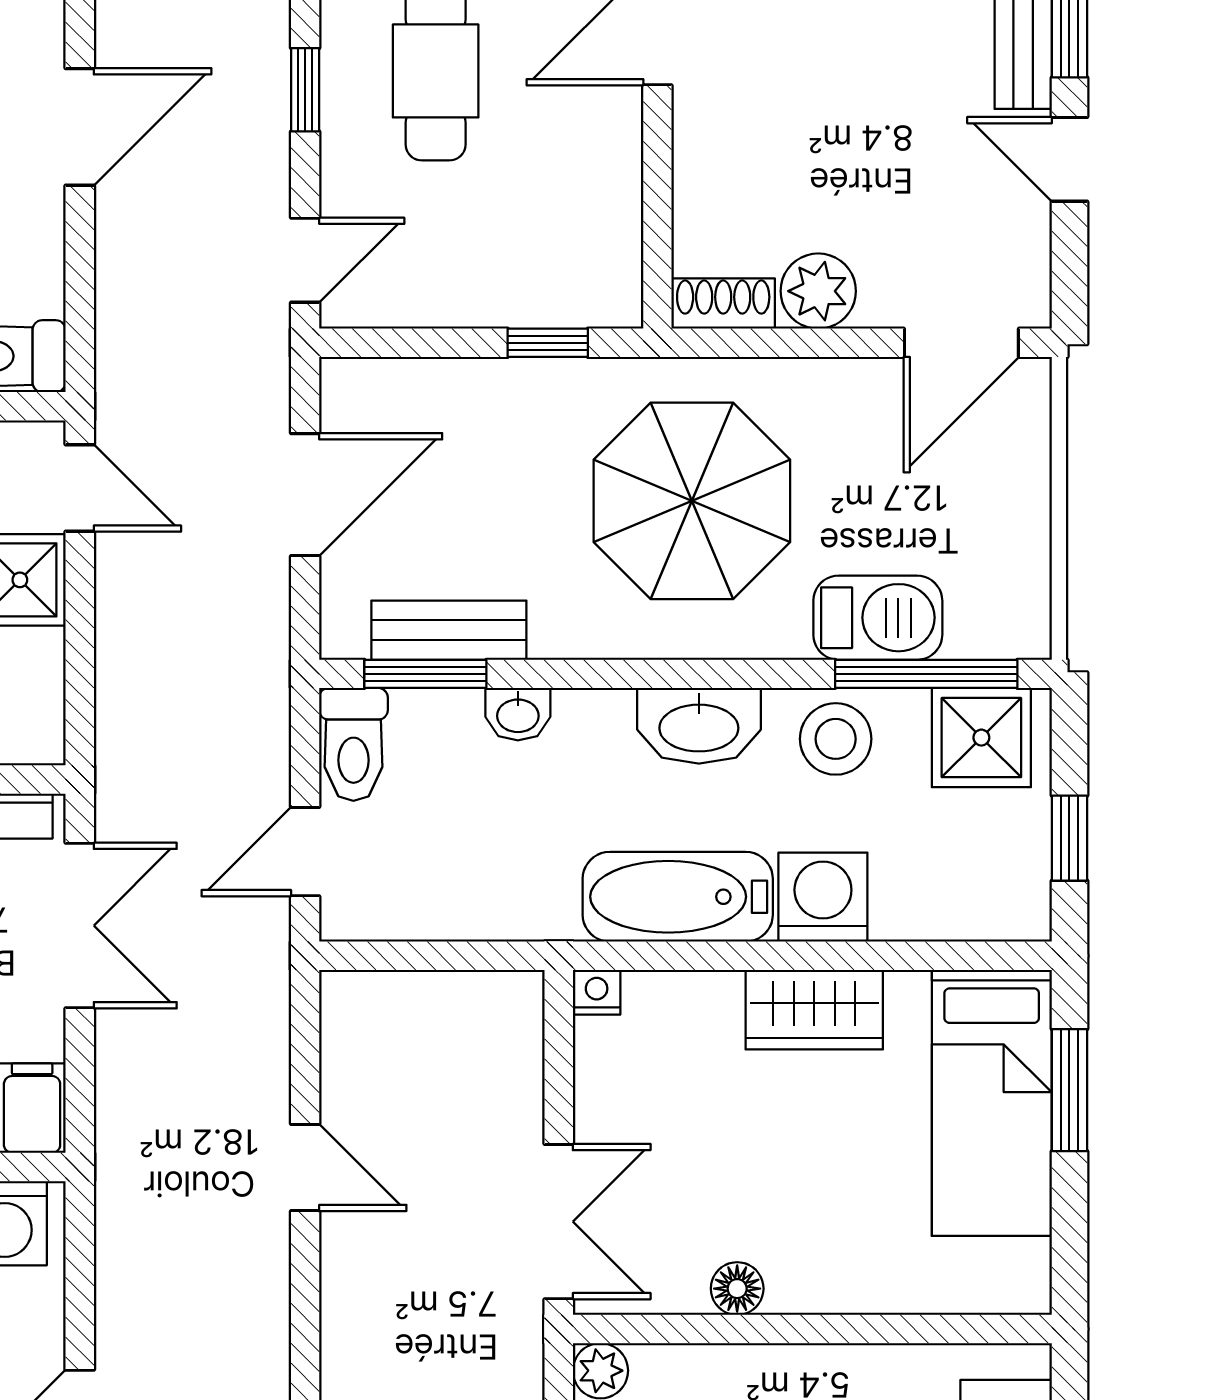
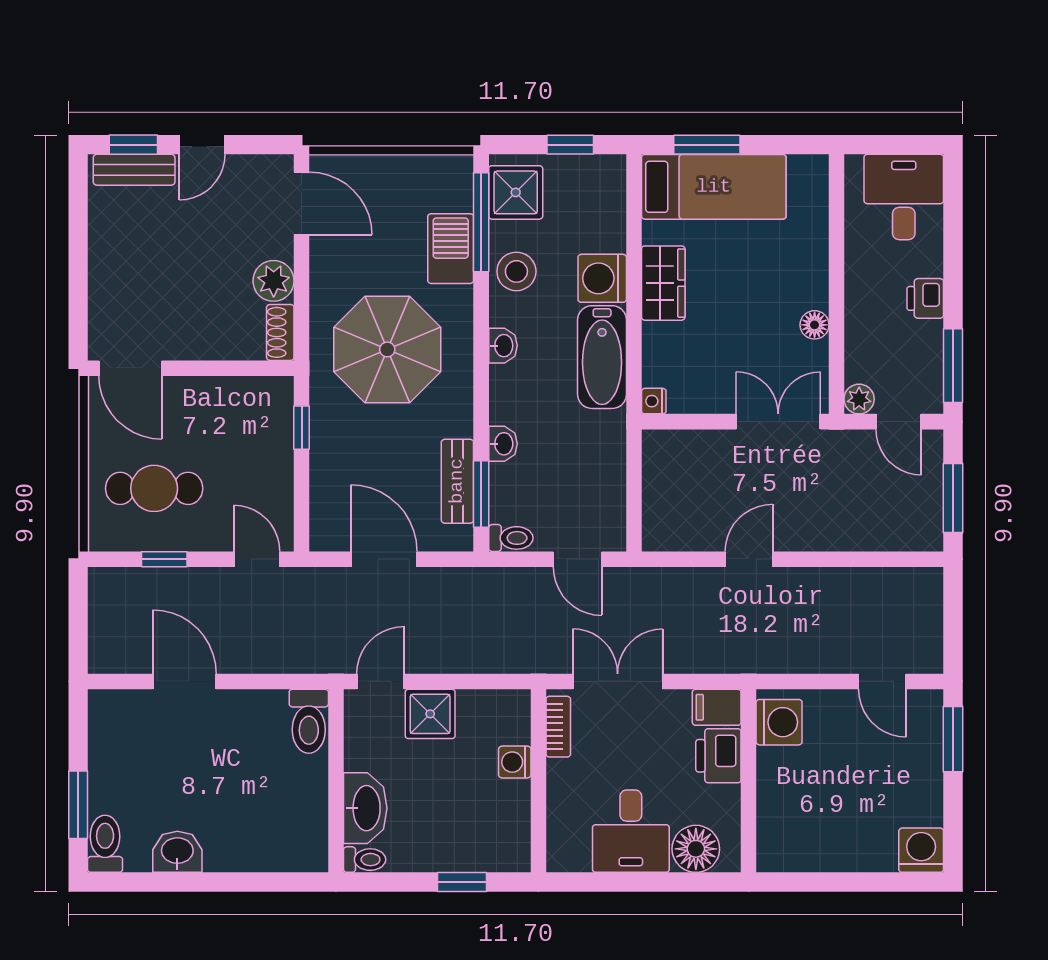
washbasin: (699, 726) -> (503, 346), width x0.52, depth x0.69
toilet: (353, 744) -> (511, 538), width x0.73, depth x0.72

